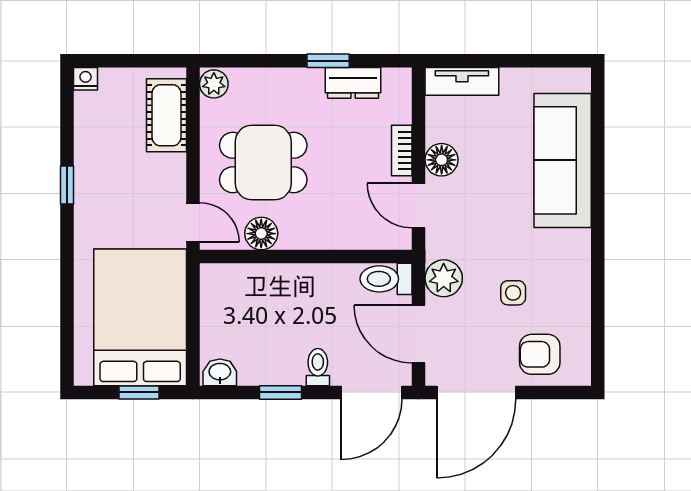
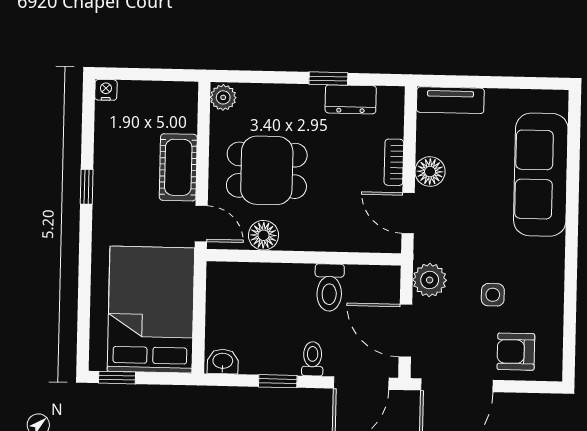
cot: (166, 115) -> (178, 167), moved
toilet: (386, 279) -> (329, 288), moved, turned -90
window: (139, 392) -> (117, 378), moved

